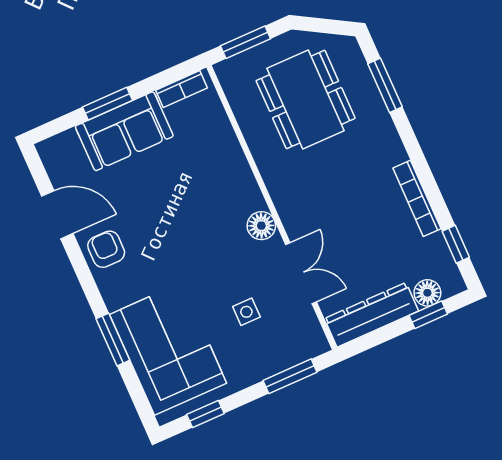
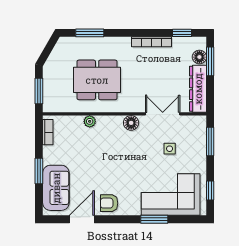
dining table: (306, 99) -> (97, 80), moved
sofa: (124, 131) -> (56, 188), moved
plant: (232, 153) -> (90, 121), added
window: (428, 315) -> (210, 61), width x1.50

